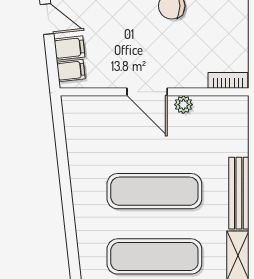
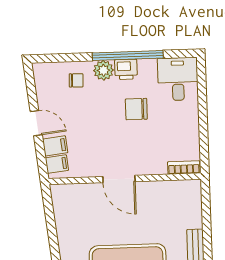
plant: (183, 105) -> (149, 188), removed

